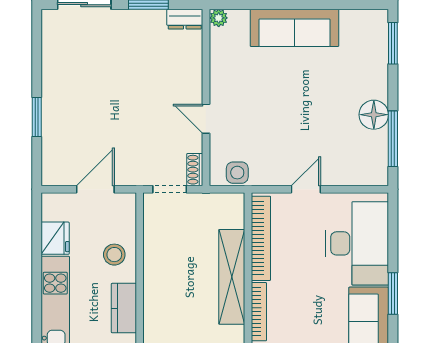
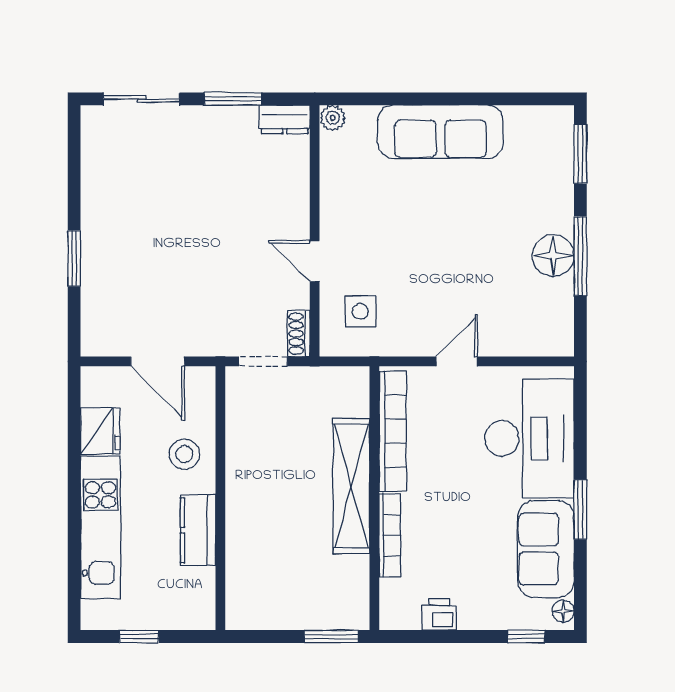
window: (393, 139) -> (580, 256), moved
side table: (237, 173) -> (360, 311), moved
door: (95, 189) -> (158, 361), swing flipped

